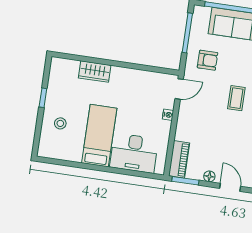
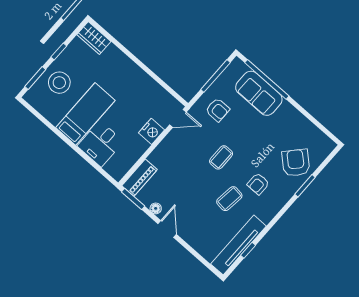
wardrobe: (95, 72) -> (94, 38), moved
nightstand: (168, 115) -> (152, 131), width x1.89, depth x1.79
stool: (60, 123) -> (59, 83), width x1.89, depth x1.89
window: (38, 133) -> (35, 78), added
desk: (134, 153) -> (100, 144), width x0.73

